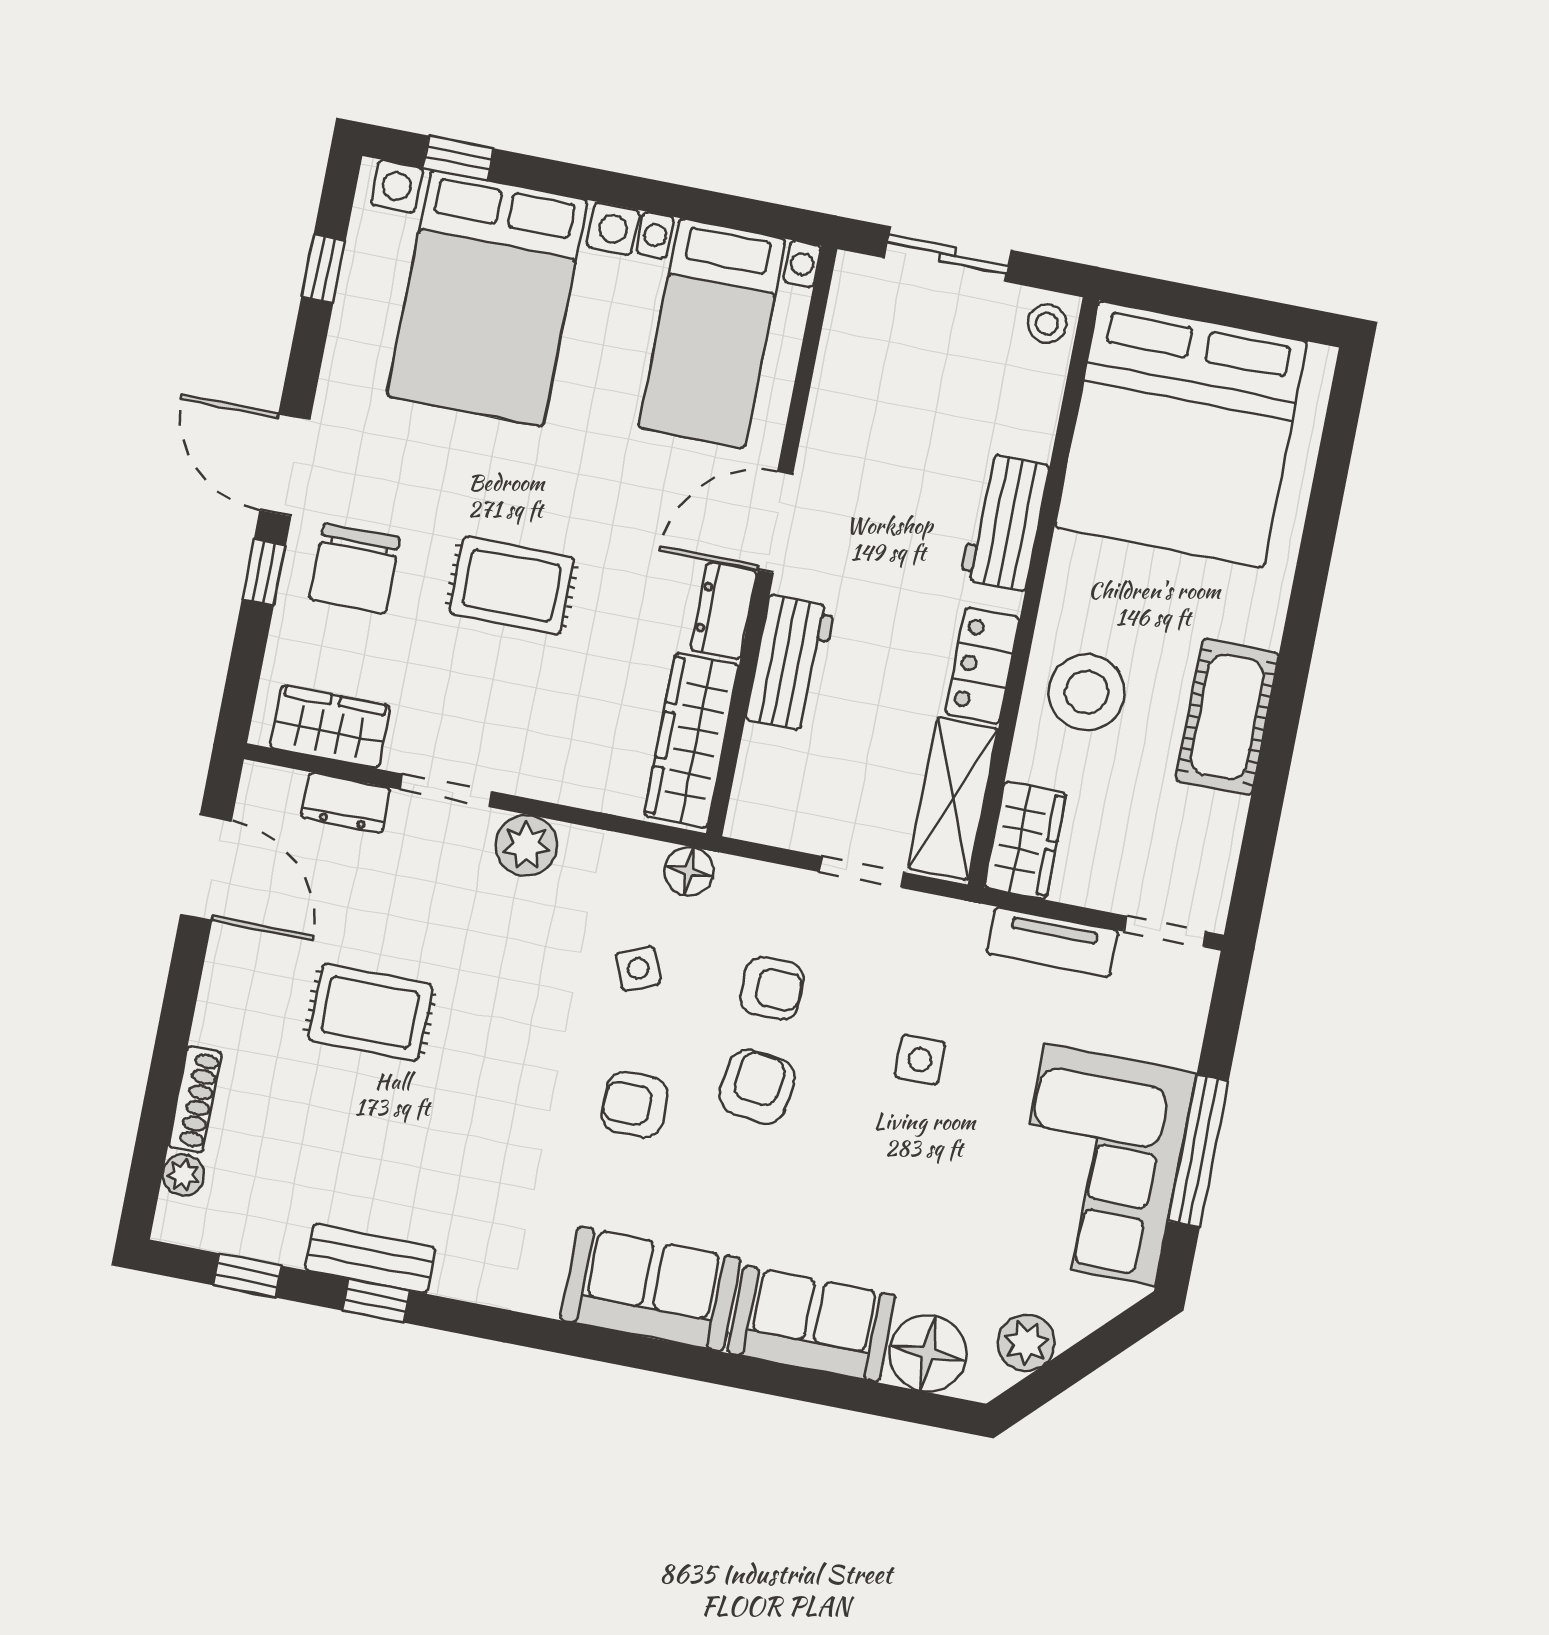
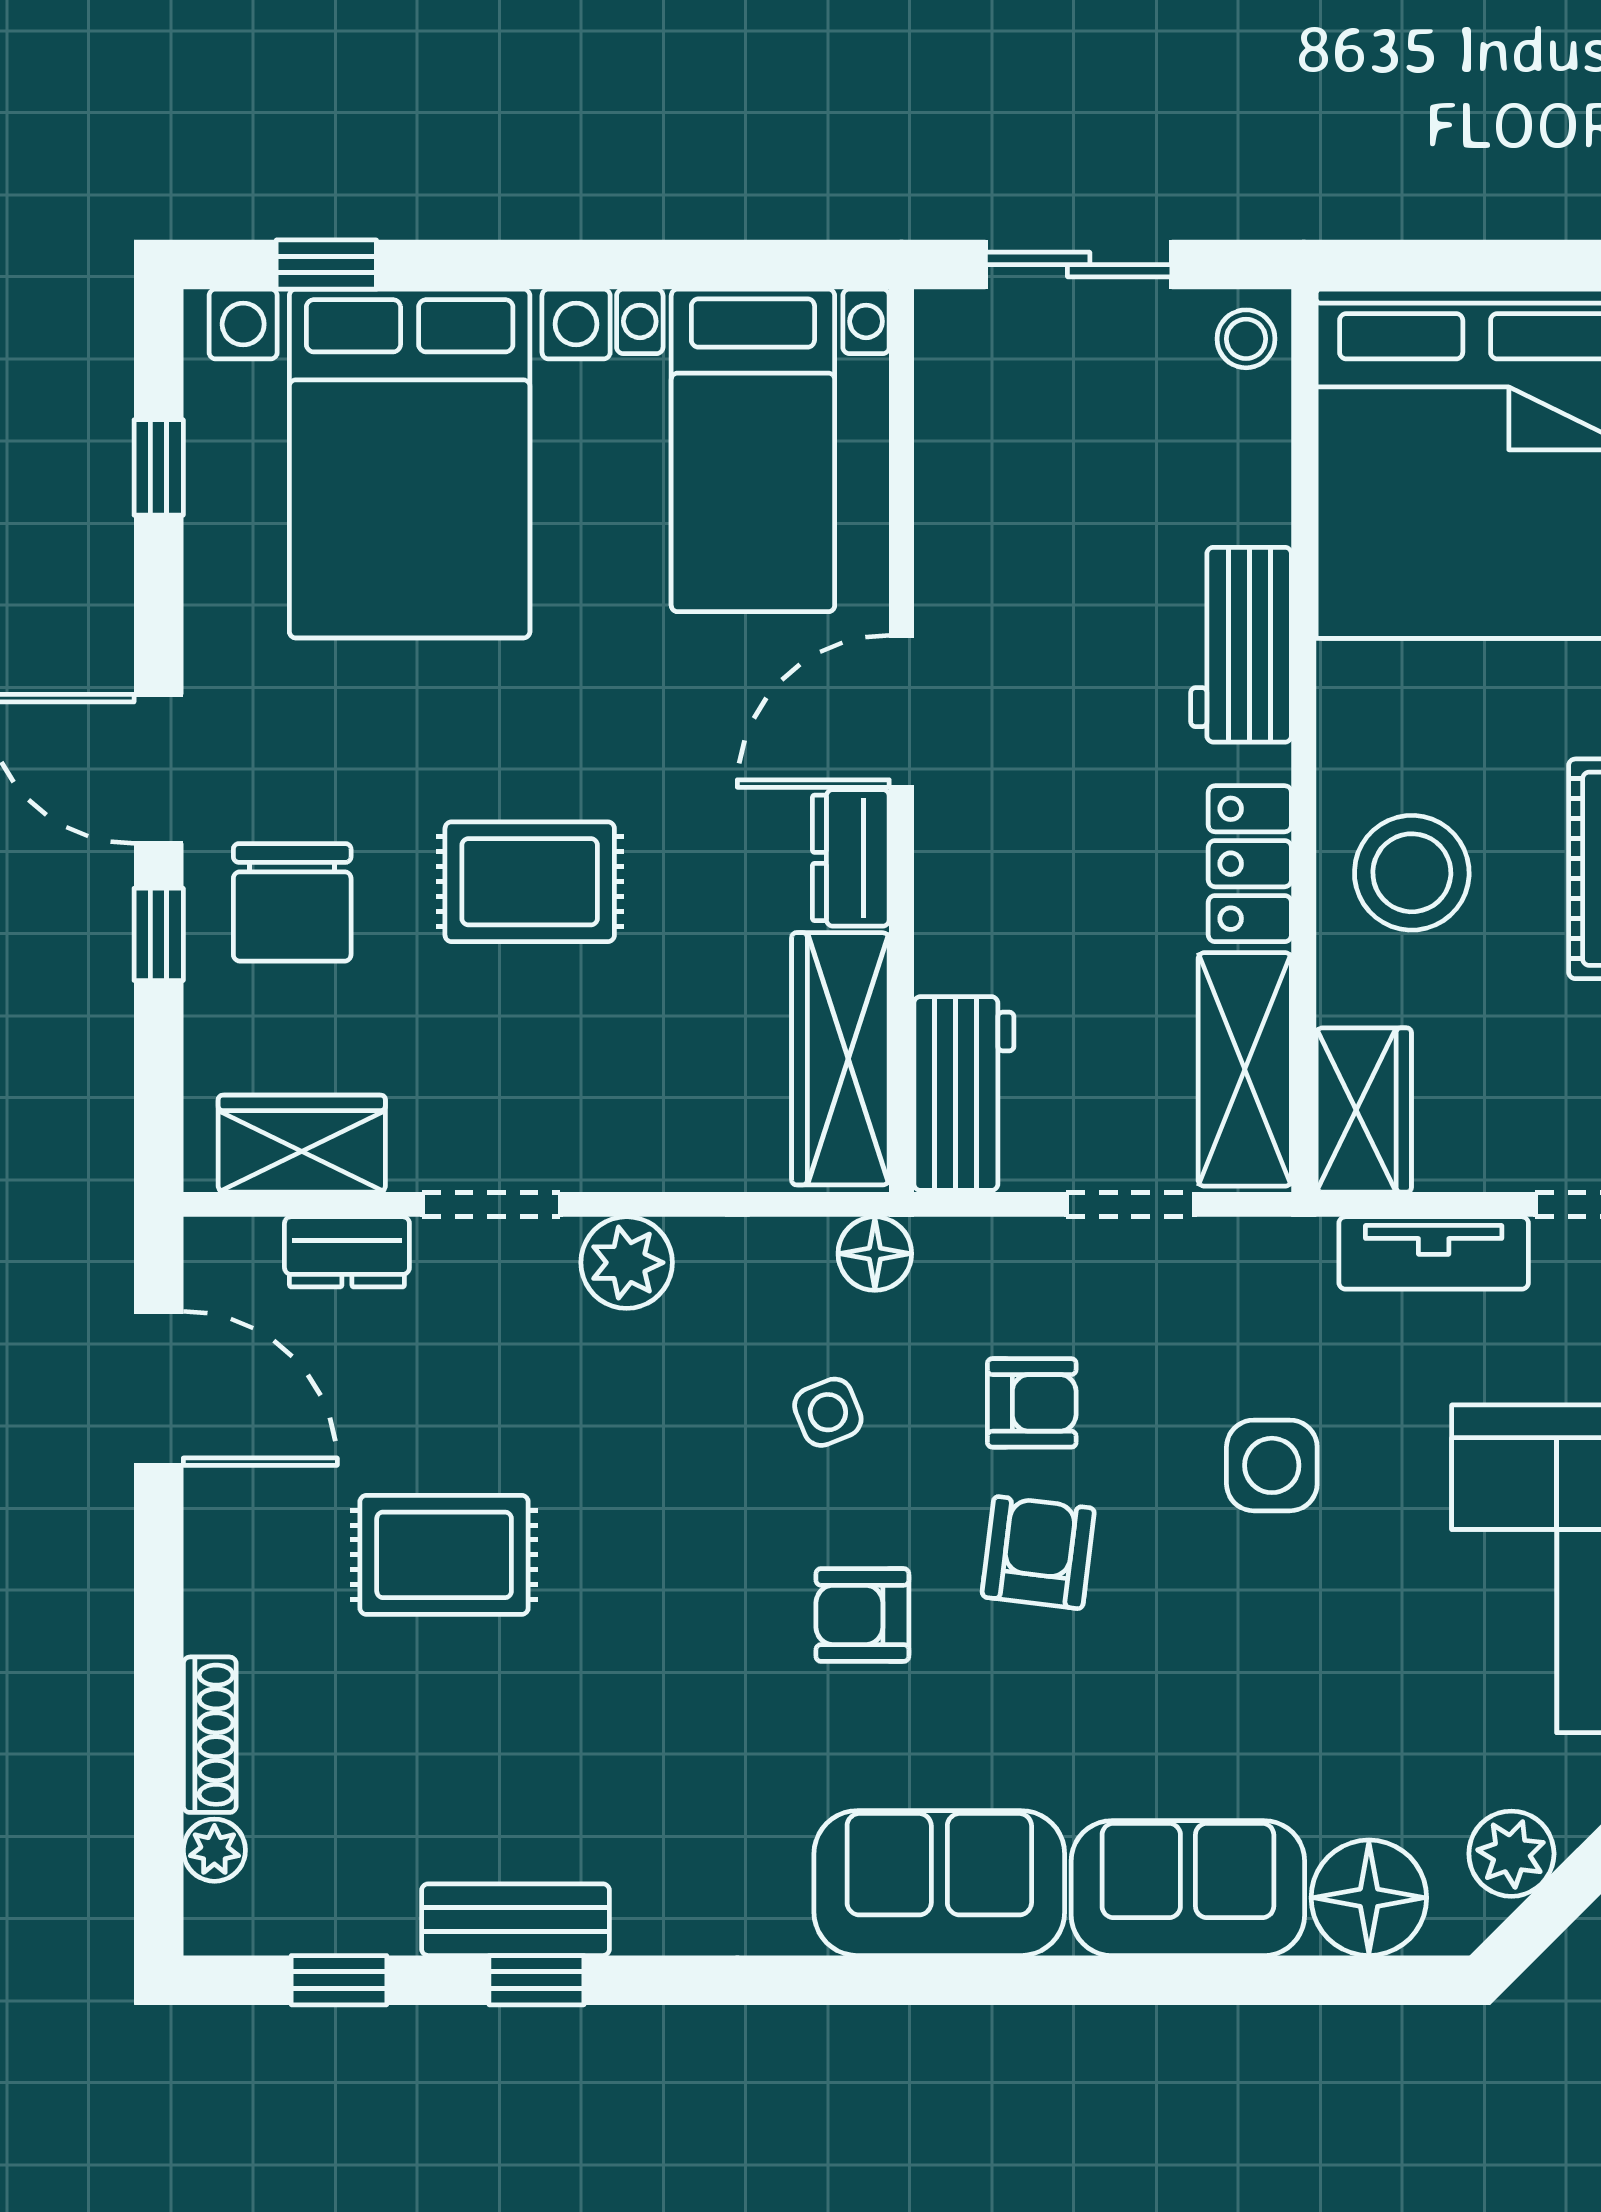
workbench: (790, 663) -> (964, 1094), moved
side table: (920, 1060) -> (1272, 1465), width x1.37, depth x1.37

